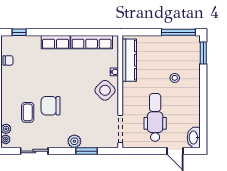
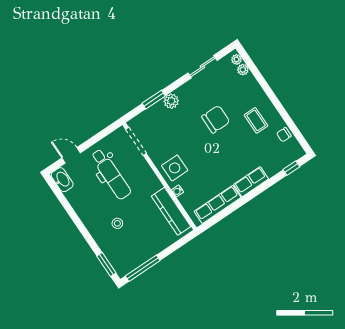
side table: (105, 90) -> (175, 168), turned 45
coffee table: (28, 112) -> (256, 120), moved

